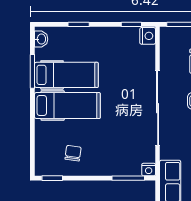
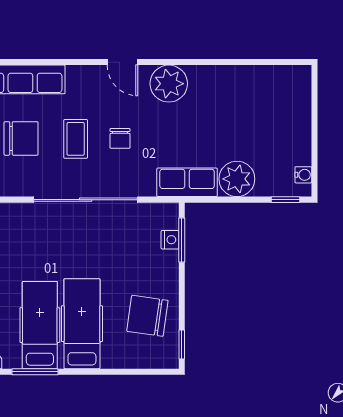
chair: (73, 153) -> (147, 316), width x1.87, depth x1.87
nightstand: (149, 170) -> (170, 240), moved

